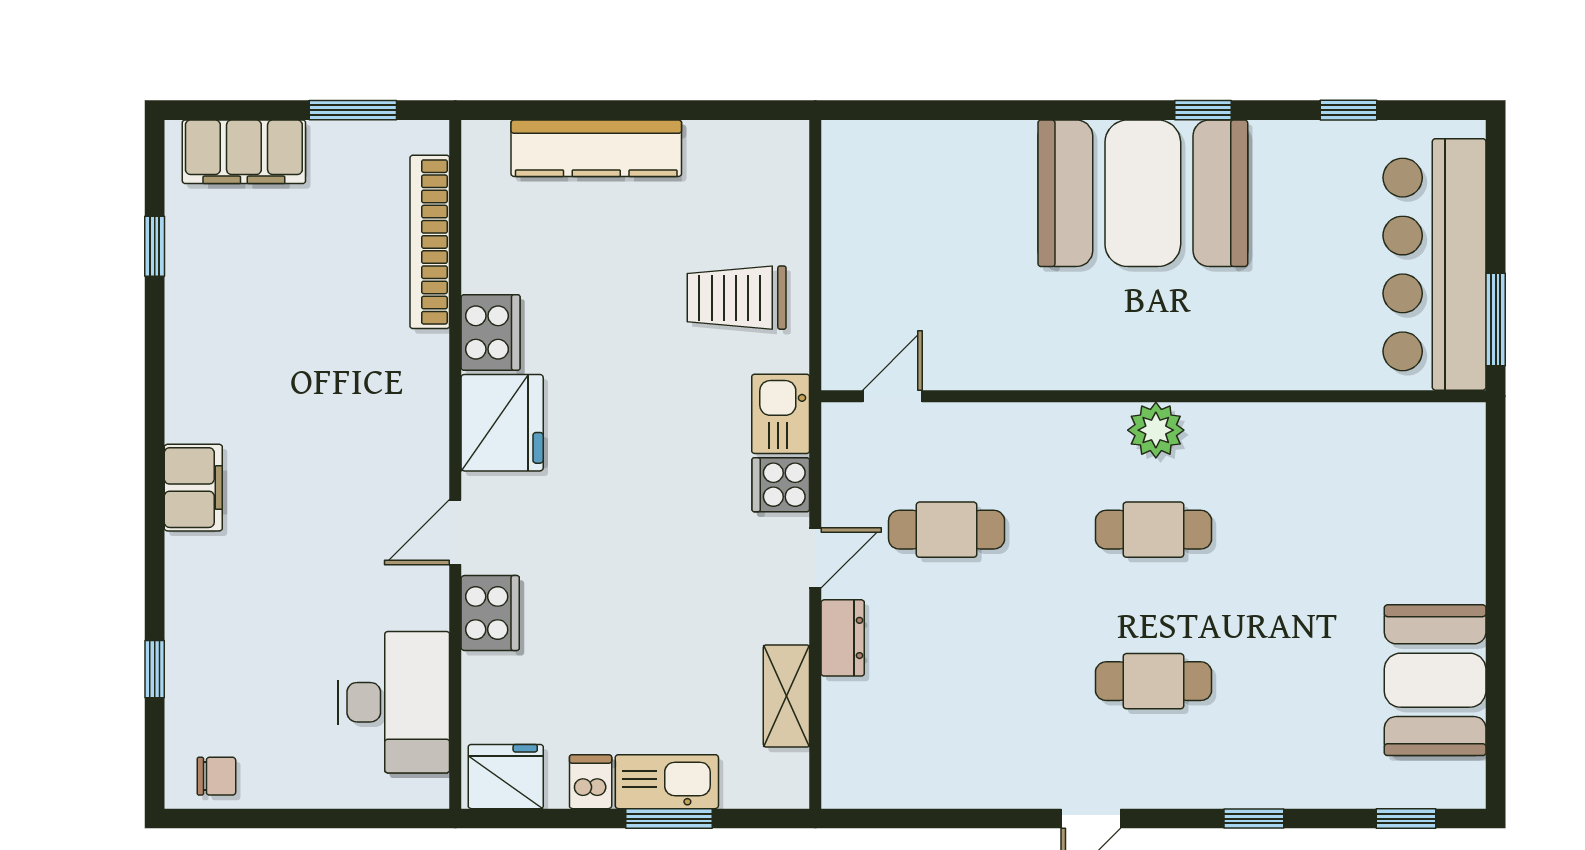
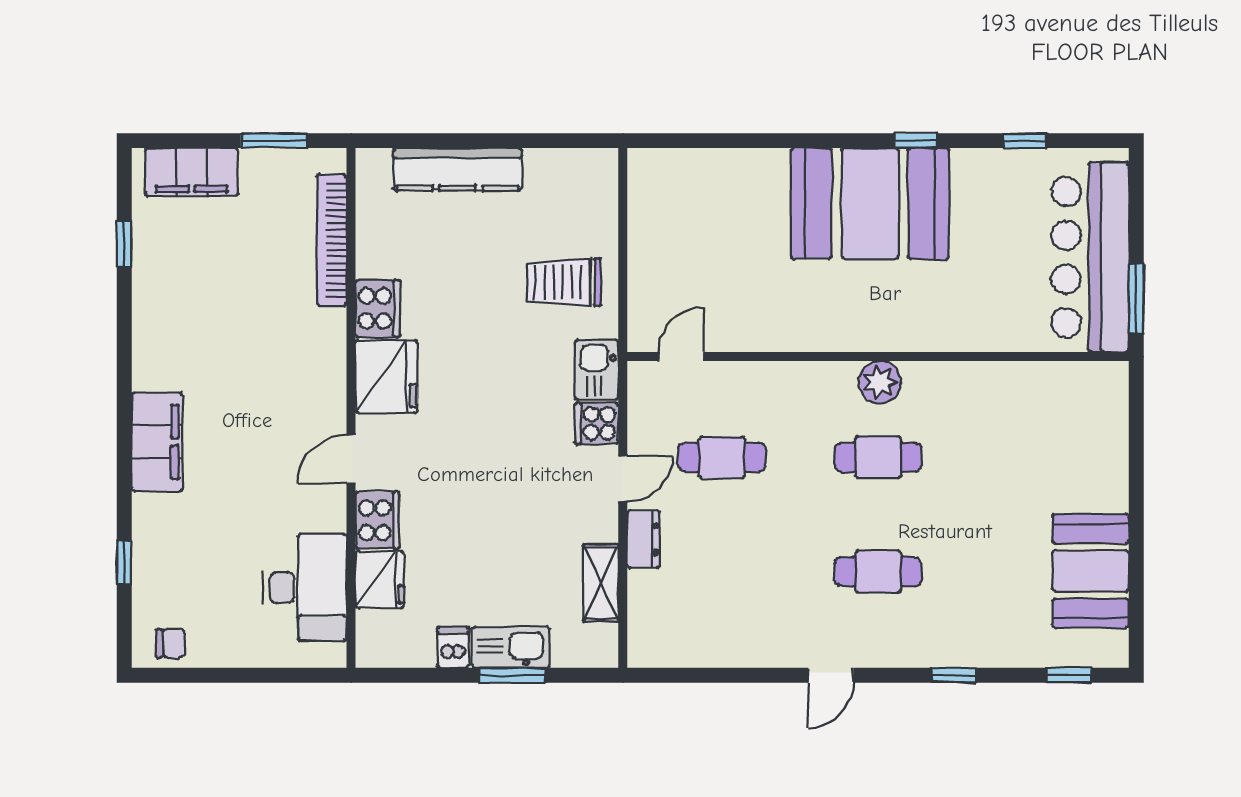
filing cabinet: (193, 488) -> (157, 442), width x1.50, depth x1.17
fridge: (506, 777) -> (380, 580), moved, turned 90

